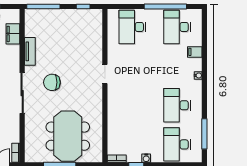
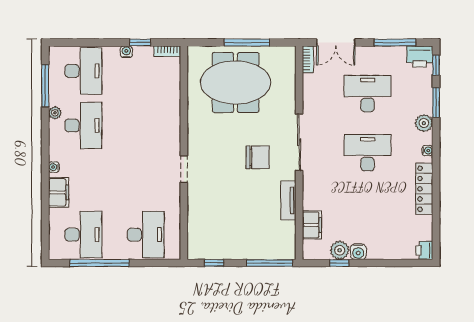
filing cabinet: (195, 52) -> (59, 192), width x2.00
plant: (197, 114) -> (55, 113), added
meeting table: (68, 136) -> (236, 82), turned 90

